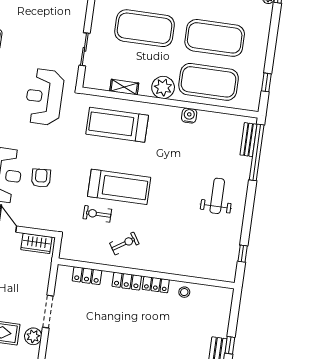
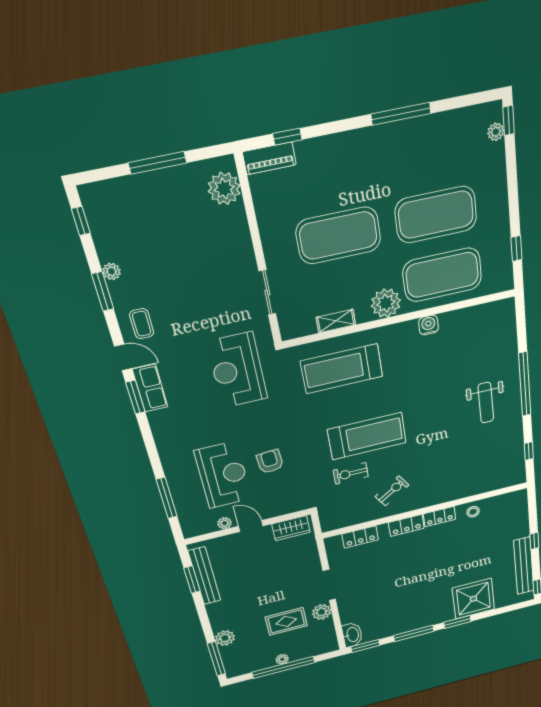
bench: (248, 140) -> (509, 326), removed
window: (257, 152) -> (525, 384), moved
weight bench: (217, 196) -> (486, 403), turned 180

